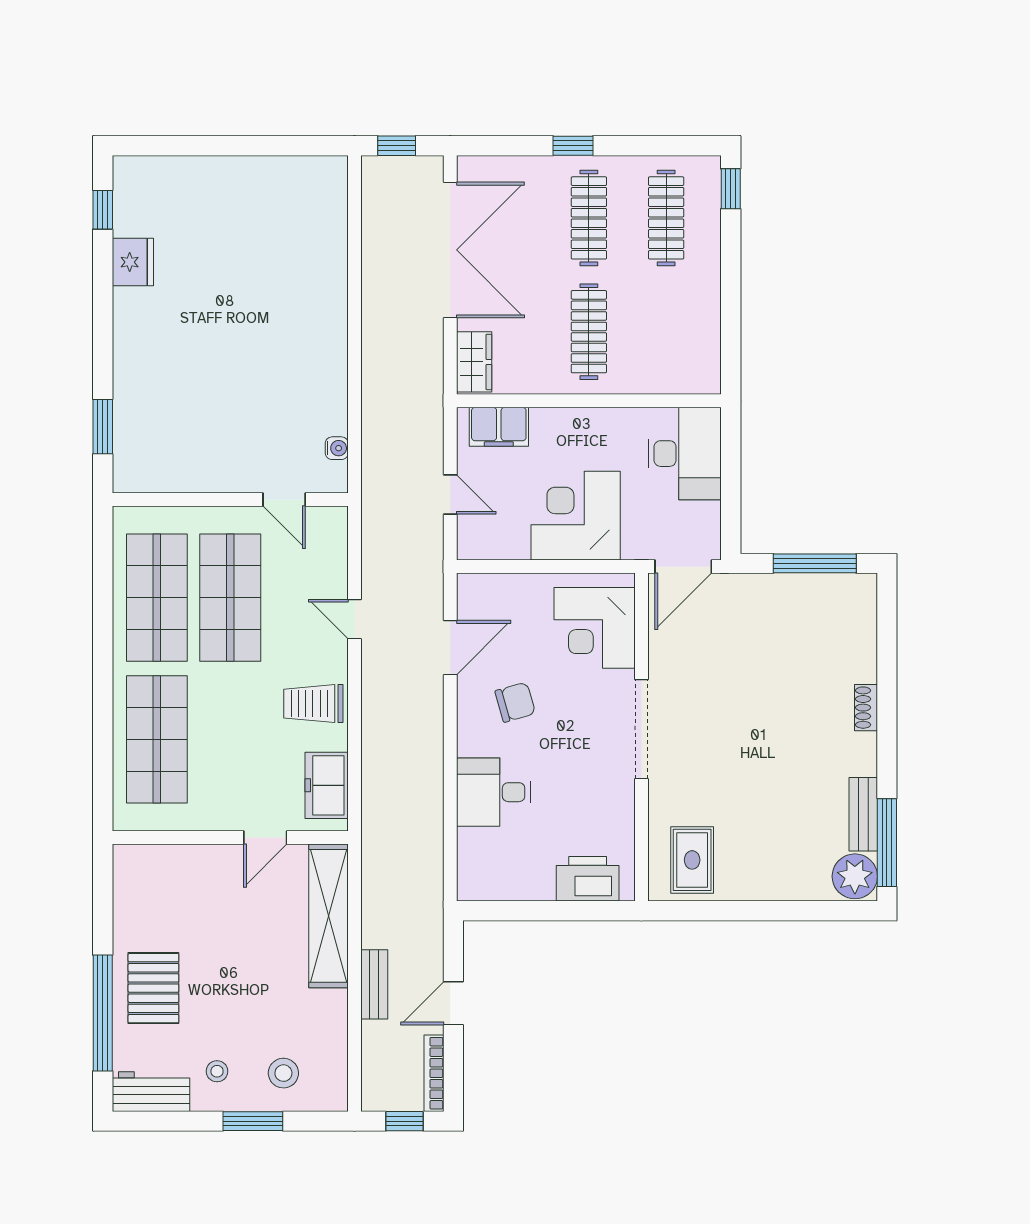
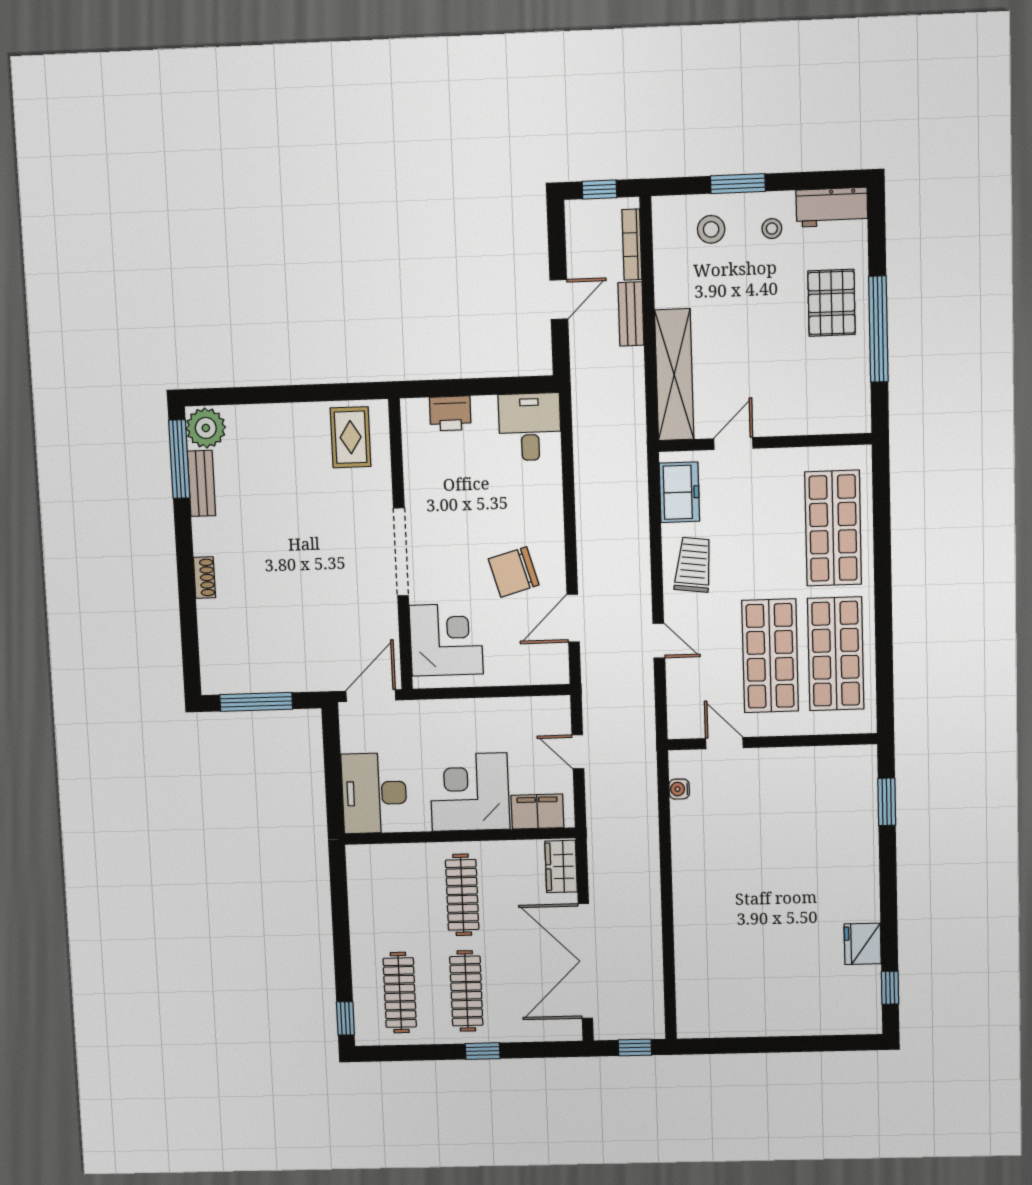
corner desk: (576, 516) -> (470, 792), moved, turned 180
chair: (515, 702) -> (514, 572), width x1.37, depth x1.37
trolley: (313, 704) -> (693, 565), turned -83
desk: (494, 792) -> (530, 427), moved, turned -90
printer: (588, 879) -> (450, 413), width x0.73, depth x0.84
window: (103, 1013) -> (878, 329), moved
bookcase: (434, 1073) -> (632, 245), moved, turned 180

